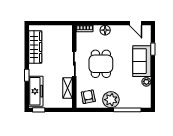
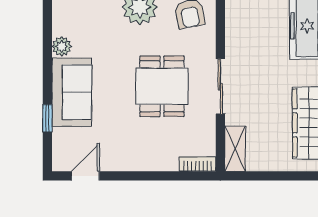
door: (136, 23) -> (85, 176), hinge flipped
floor lamp: (105, 30) -> (153, 160), removed
shelving: (68, 88) -> (235, 149), moved

